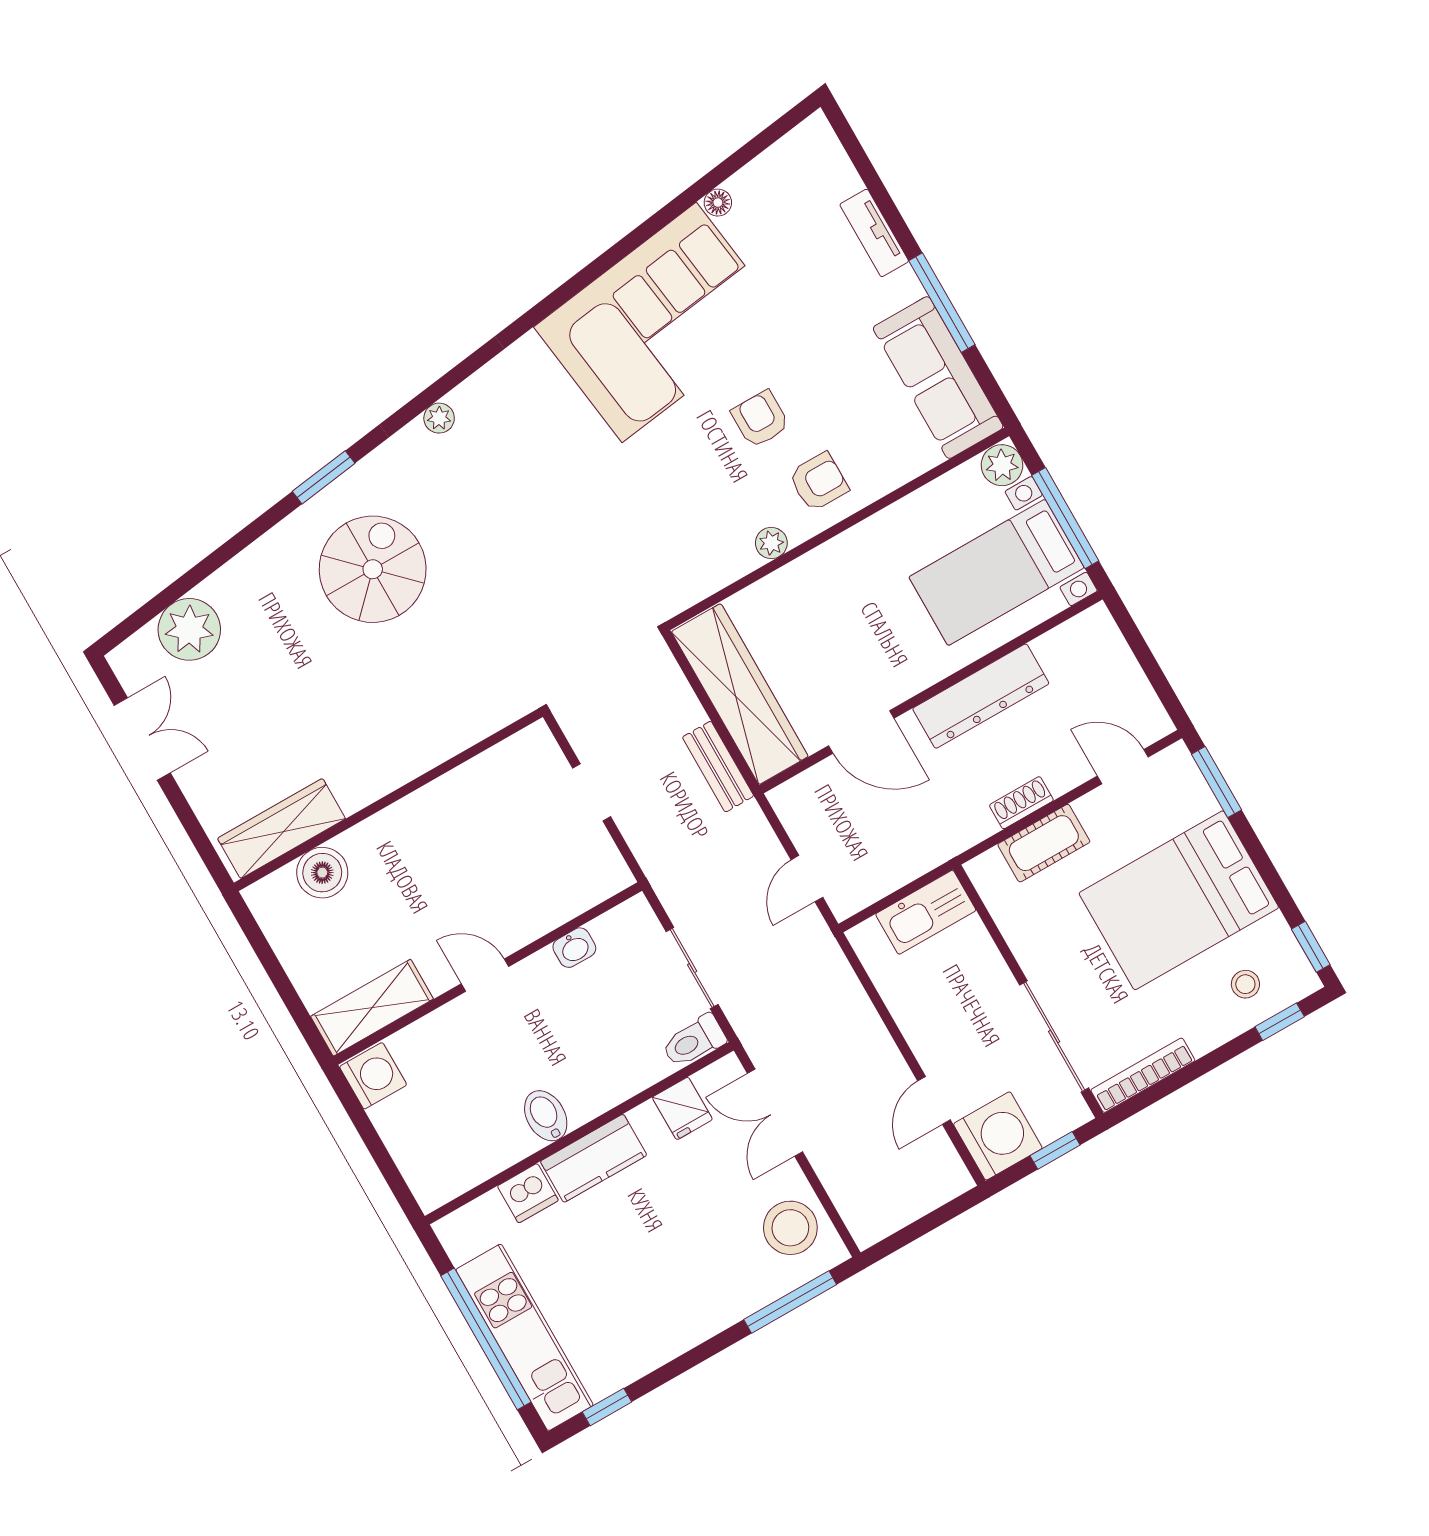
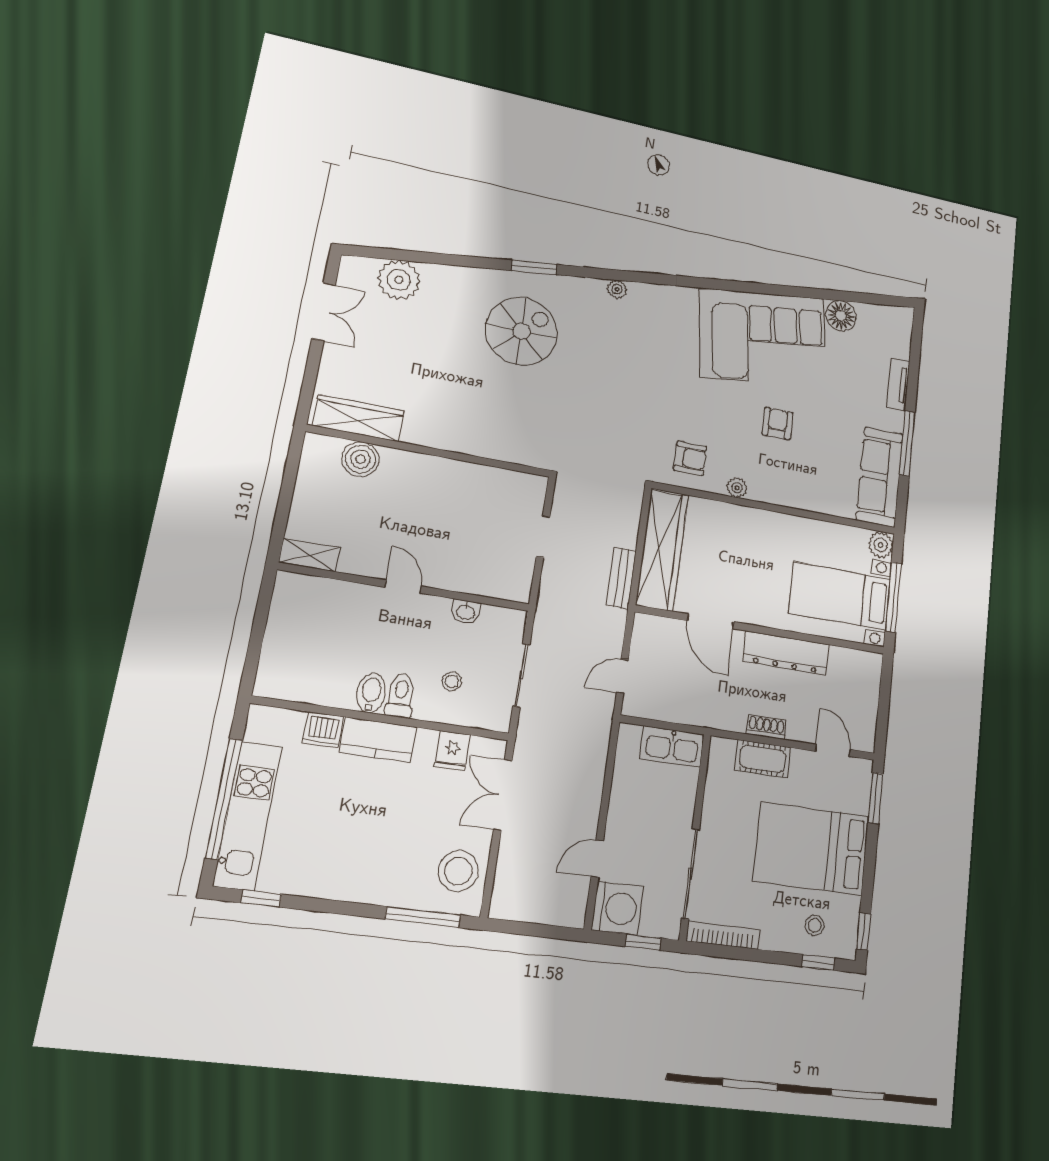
floor lamp: (718, 203) -> (841, 316), width x1.89, depth x1.89
armchair: (819, 482) -> (690, 458), moved
shelving: (372, 1008) -> (309, 555), width x0.67, depth x0.75
stool: (622, 1035) -> (452, 681), added
toilet: (694, 1041) -> (401, 695), moved, turned 90
washing machine: (373, 1076) -> (292, 591), removed

